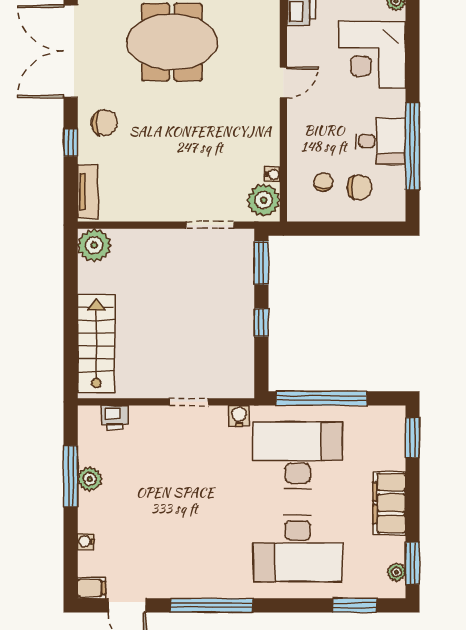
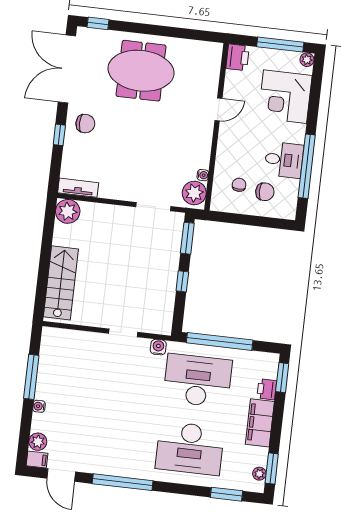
tv unit: (88, 192) -> (78, 188), moved, turned -90
printer: (115, 418) -> (267, 389), moved, turned 90
plant: (90, 479) -> (38, 442), moved
water cooler: (86, 541) -> (39, 406), moved

